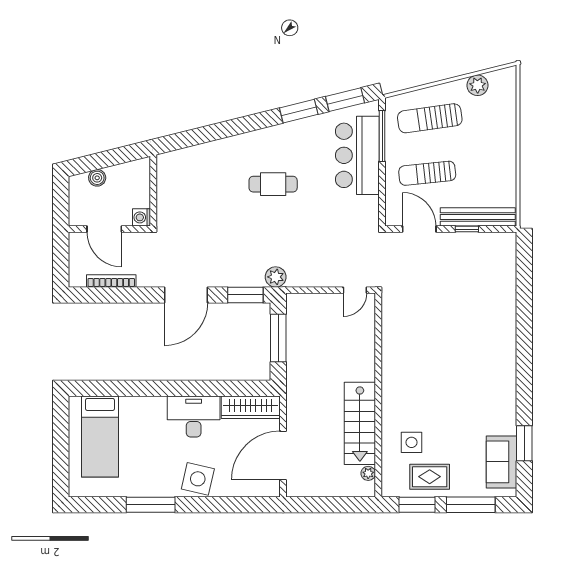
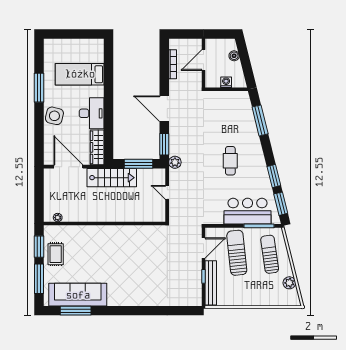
window: (205, 134) -> (260, 120), added
sun lounger: (427, 173) -> (237, 253), width x1.36, depth x1.34
washing machine: (142, 217) -> (226, 82), moved
door: (355, 290) -> (167, 192), moved
stairs: (360, 423) -> (112, 178), moved, turned 180
bed: (100, 437) -> (80, 74), moved
side table: (412, 442) -> (76, 243), removed
window: (524, 443) -> (76, 311), width x1.44
sofa: (501, 462) -> (78, 295), width x1.85, depth x1.27

